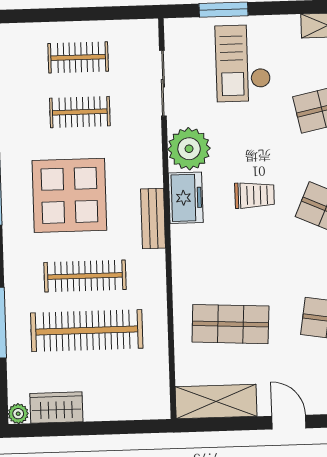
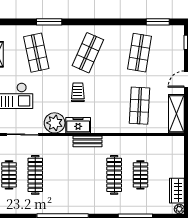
clothes rail: (80, 112) -> (35, 175), width x1.36
display table: (69, 195) -> (75, 181), removed
clothes rail: (87, 331) -> (140, 175), width x0.54, depth x0.76

